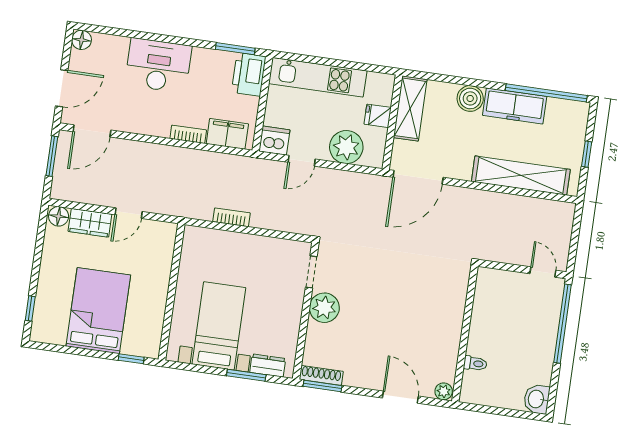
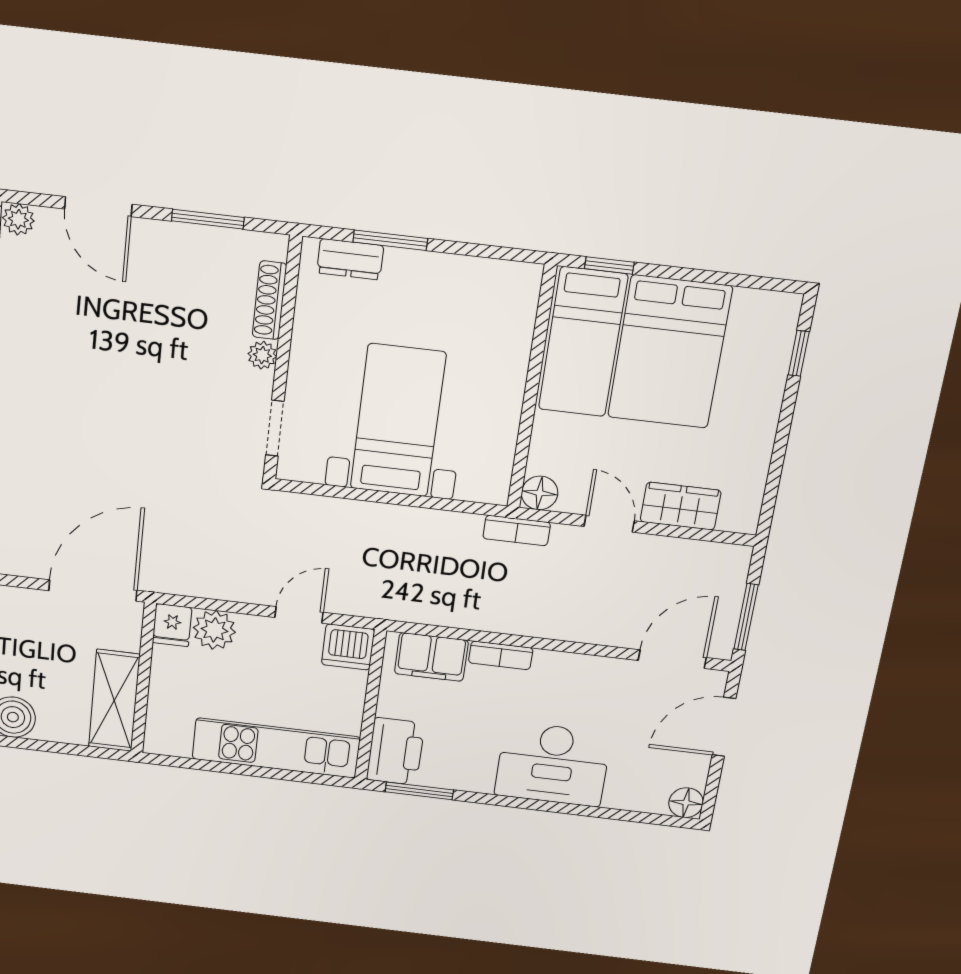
fridge: (378, 116) -> (172, 625), moved, turned 90
plant: (346, 147) -> (214, 630), width x0.73, depth x0.73
door: (129, 213) -> (609, 524), hinge flipped
floor lamp: (59, 216) -> (540, 493), moved
bookcase: (231, 217) -> (517, 531), moved
plant: (324, 308) -> (262, 355), width x0.53, depth x0.53
bed: (144, 317) -> (583, 342), added
bed with nightstands: (219, 326) -> (398, 421), moved, turned 180
shoe rack: (321, 375) -> (269, 300), moved, turned 90
window: (323, 386) -> (208, 219), moved

